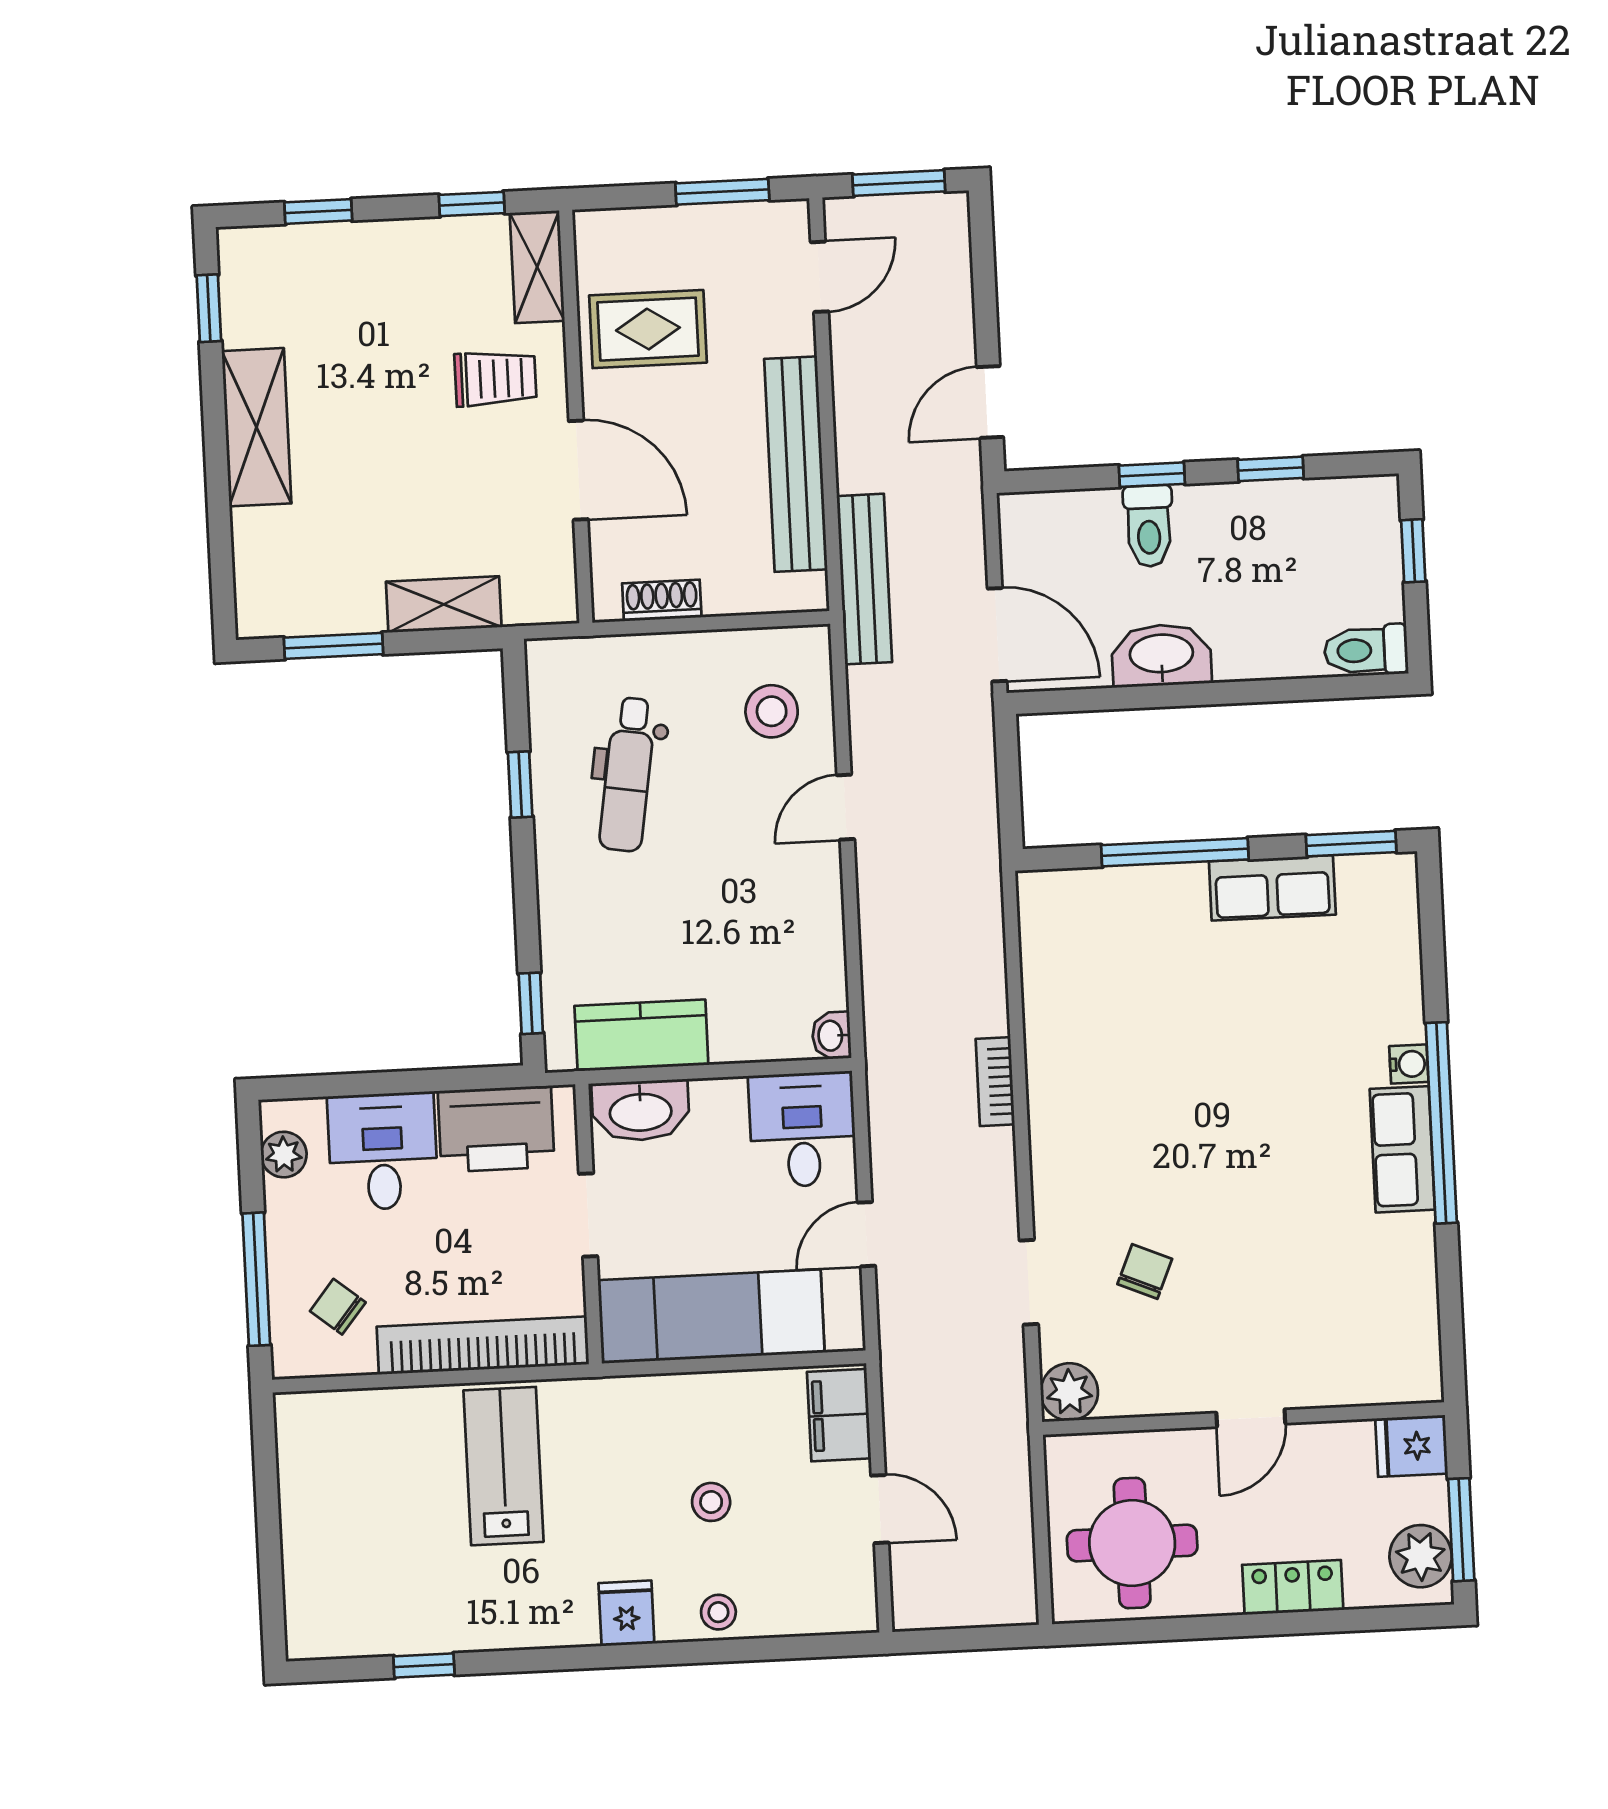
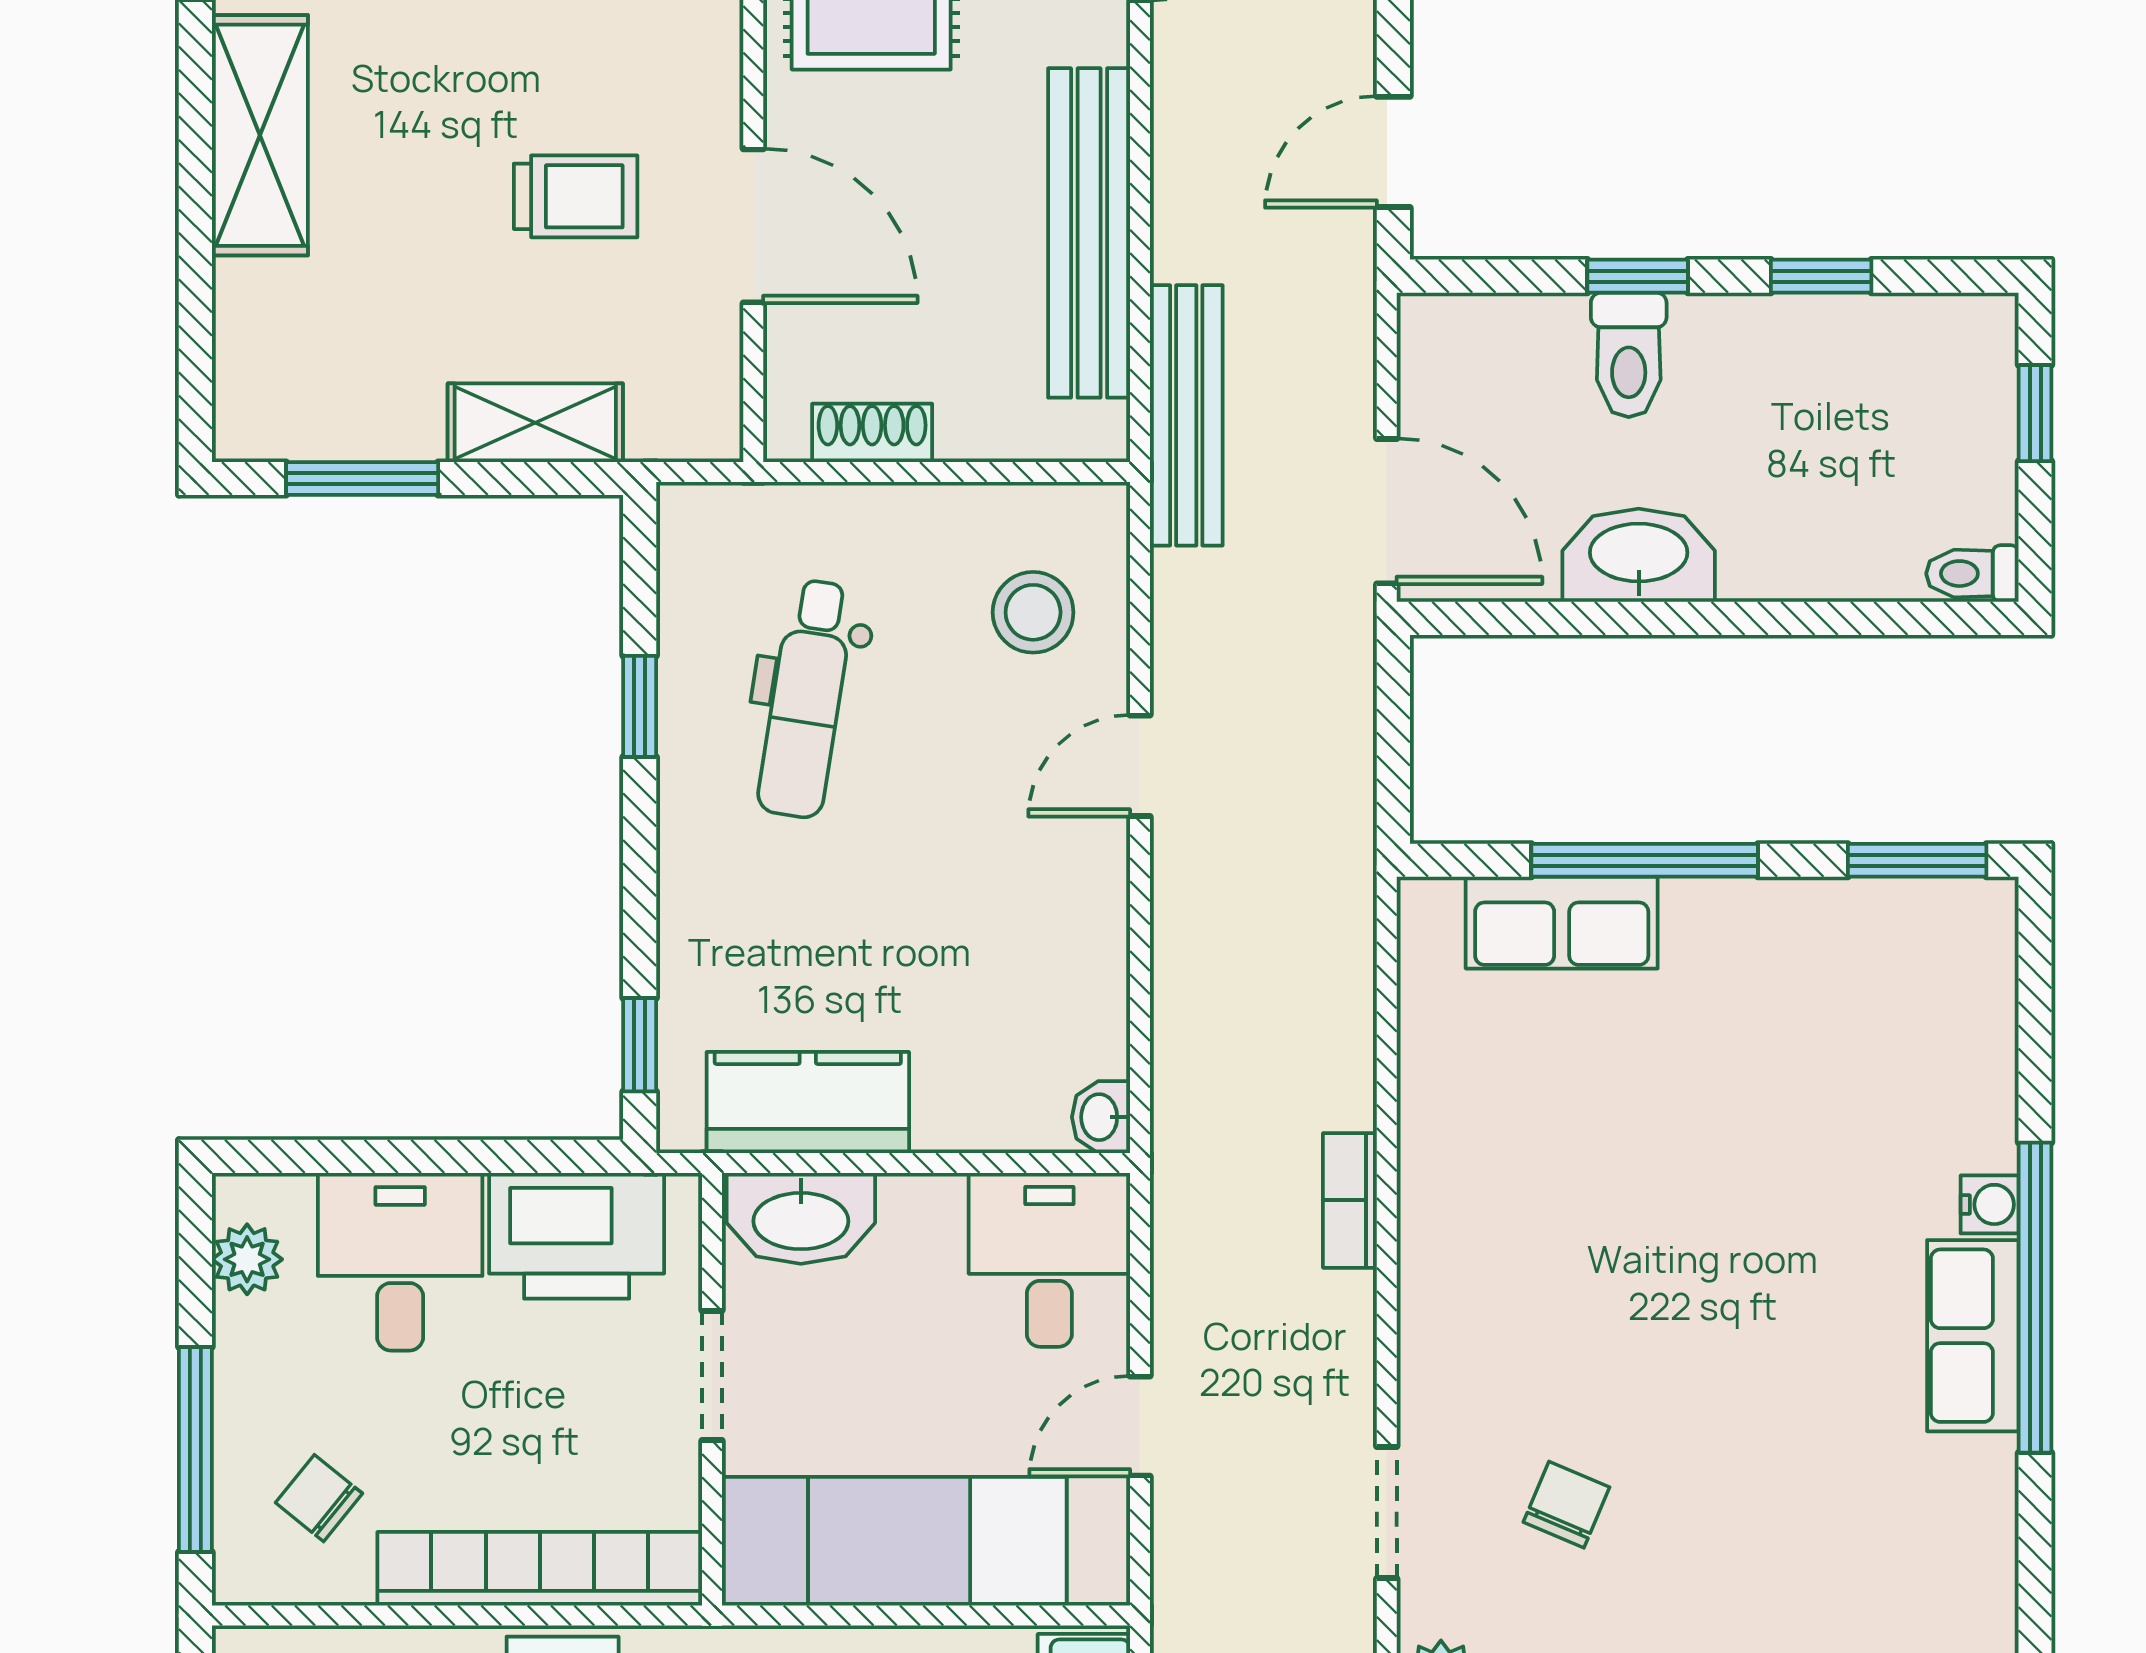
trolley: (495, 379) -> (576, 196), moved
toilet: (1366, 650) -> (1972, 574), width x0.73, depth x0.72
row of seats: (1272, 888) -> (1562, 923), moved

